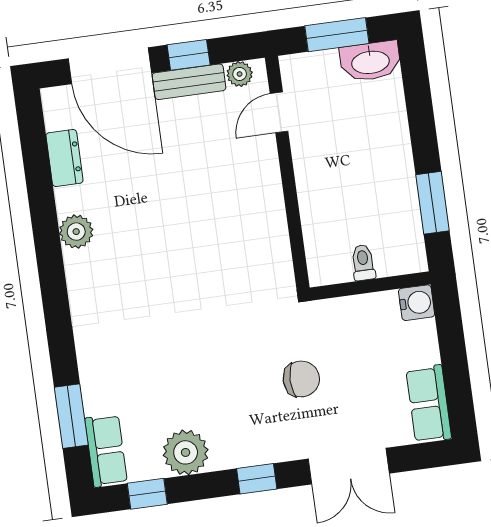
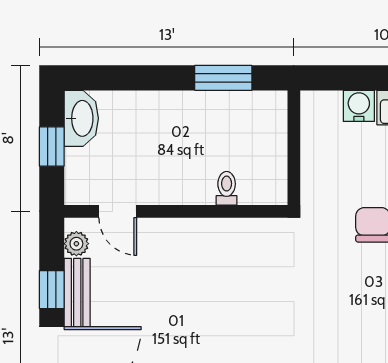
window: (337, 35) -> (52, 147), width x0.67
toilet: (363, 263) -> (227, 188), moved, turned 90
water cooler: (417, 303) -> (359, 106), moved

